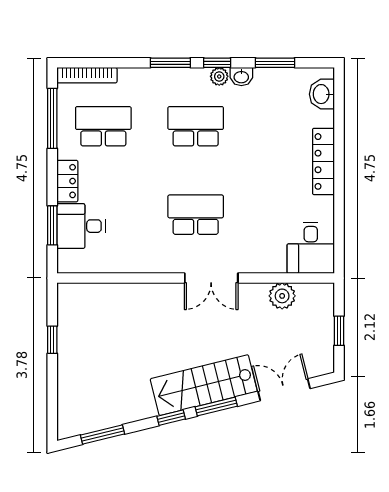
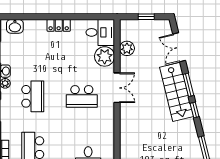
school desk: (196, 126) -> (33, 96), turned 180
locker: (323, 161) -> (59, 25), width x0.66
school desk: (196, 215) -> (82, 96), turned -90
plant: (268, 256) -> (105, 56), added

